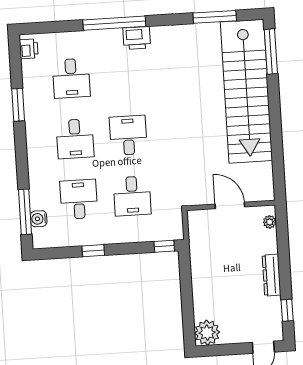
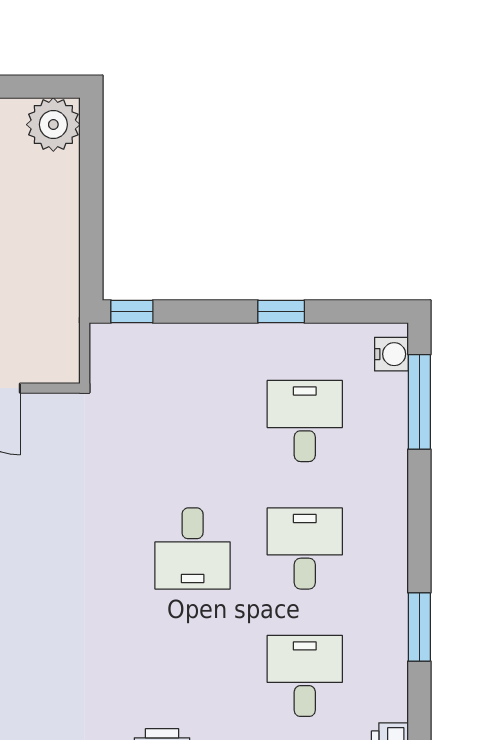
desk: (132, 196) -> (193, 421), removed
desk: (79, 199) -> (305, 421), turned 180
water cooler: (39, 219) -> (391, 354), moved

